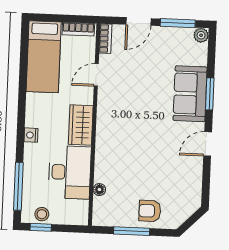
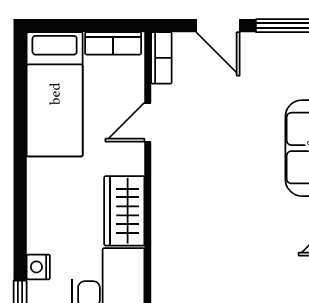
door: (139, 21) -> (218, 26), hinge flipped
nightstand: (31, 135) -> (38, 267), moved

